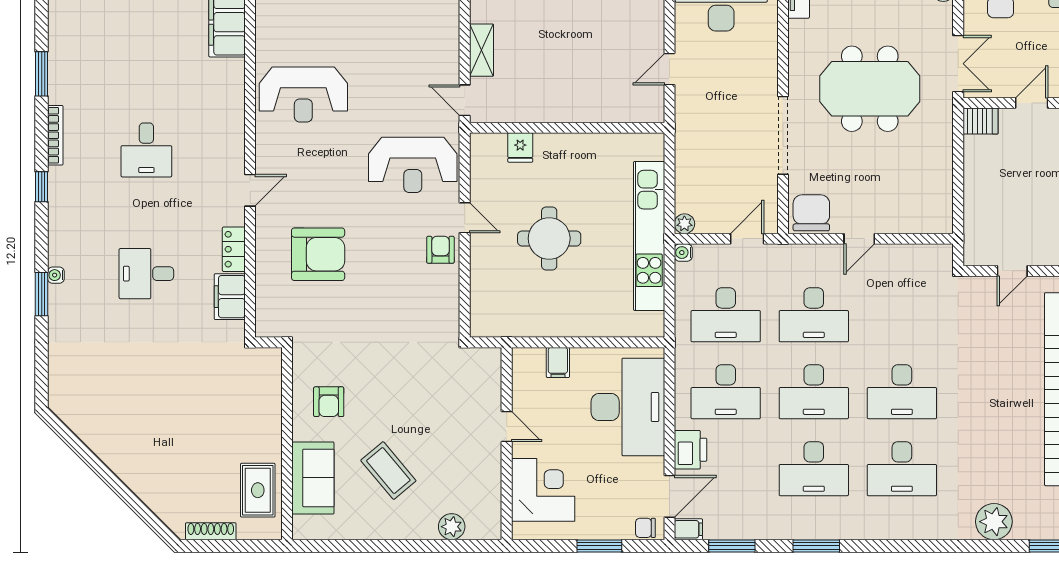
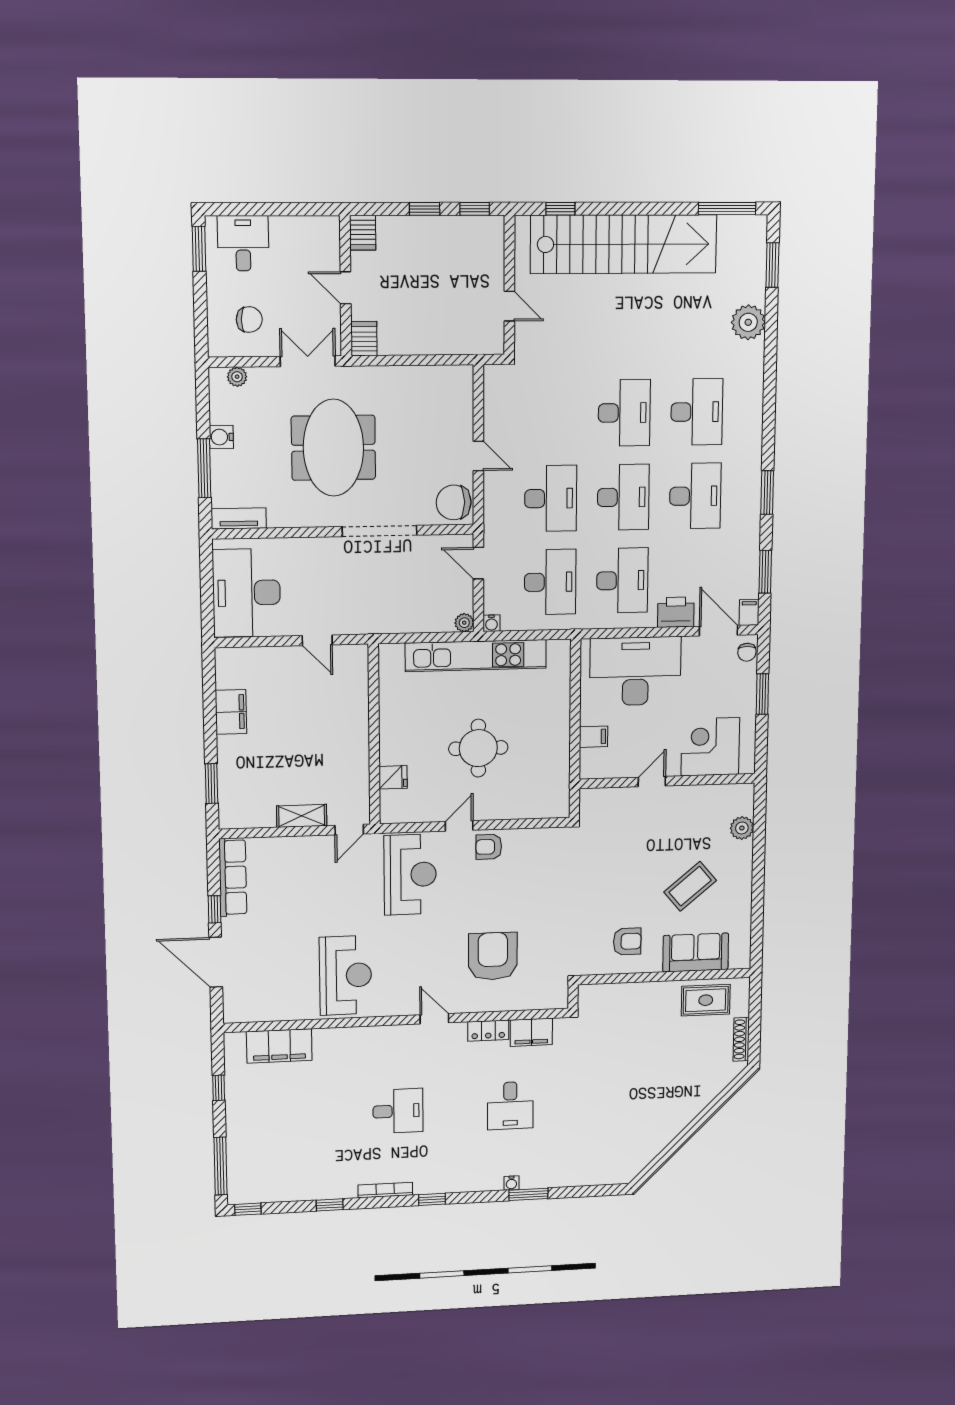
window: (42, 74) -> (330, 1205), width x0.67

